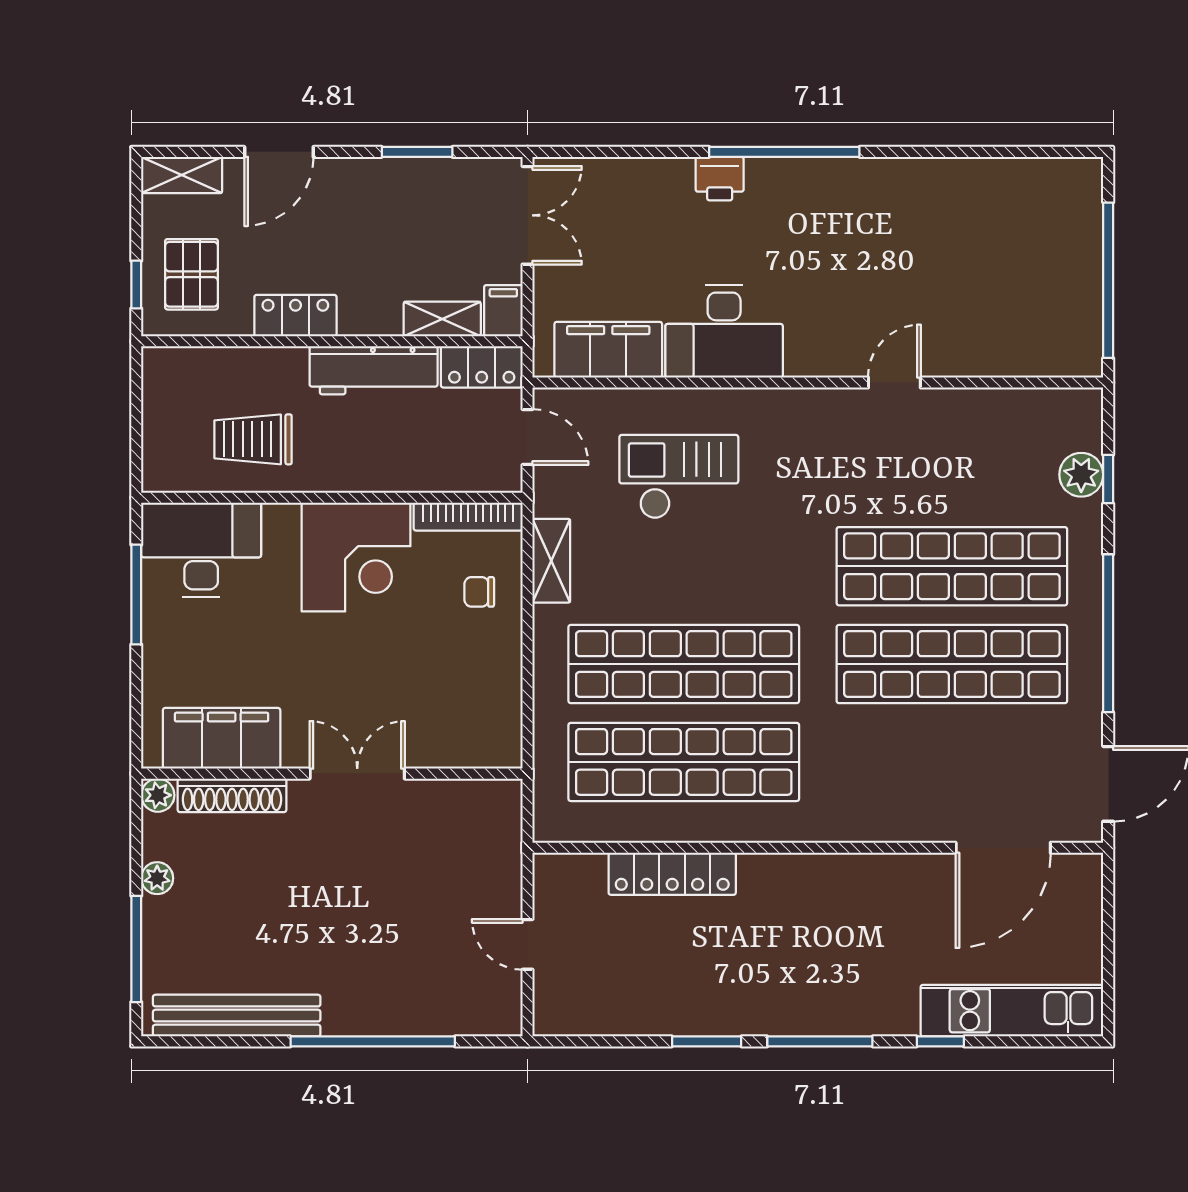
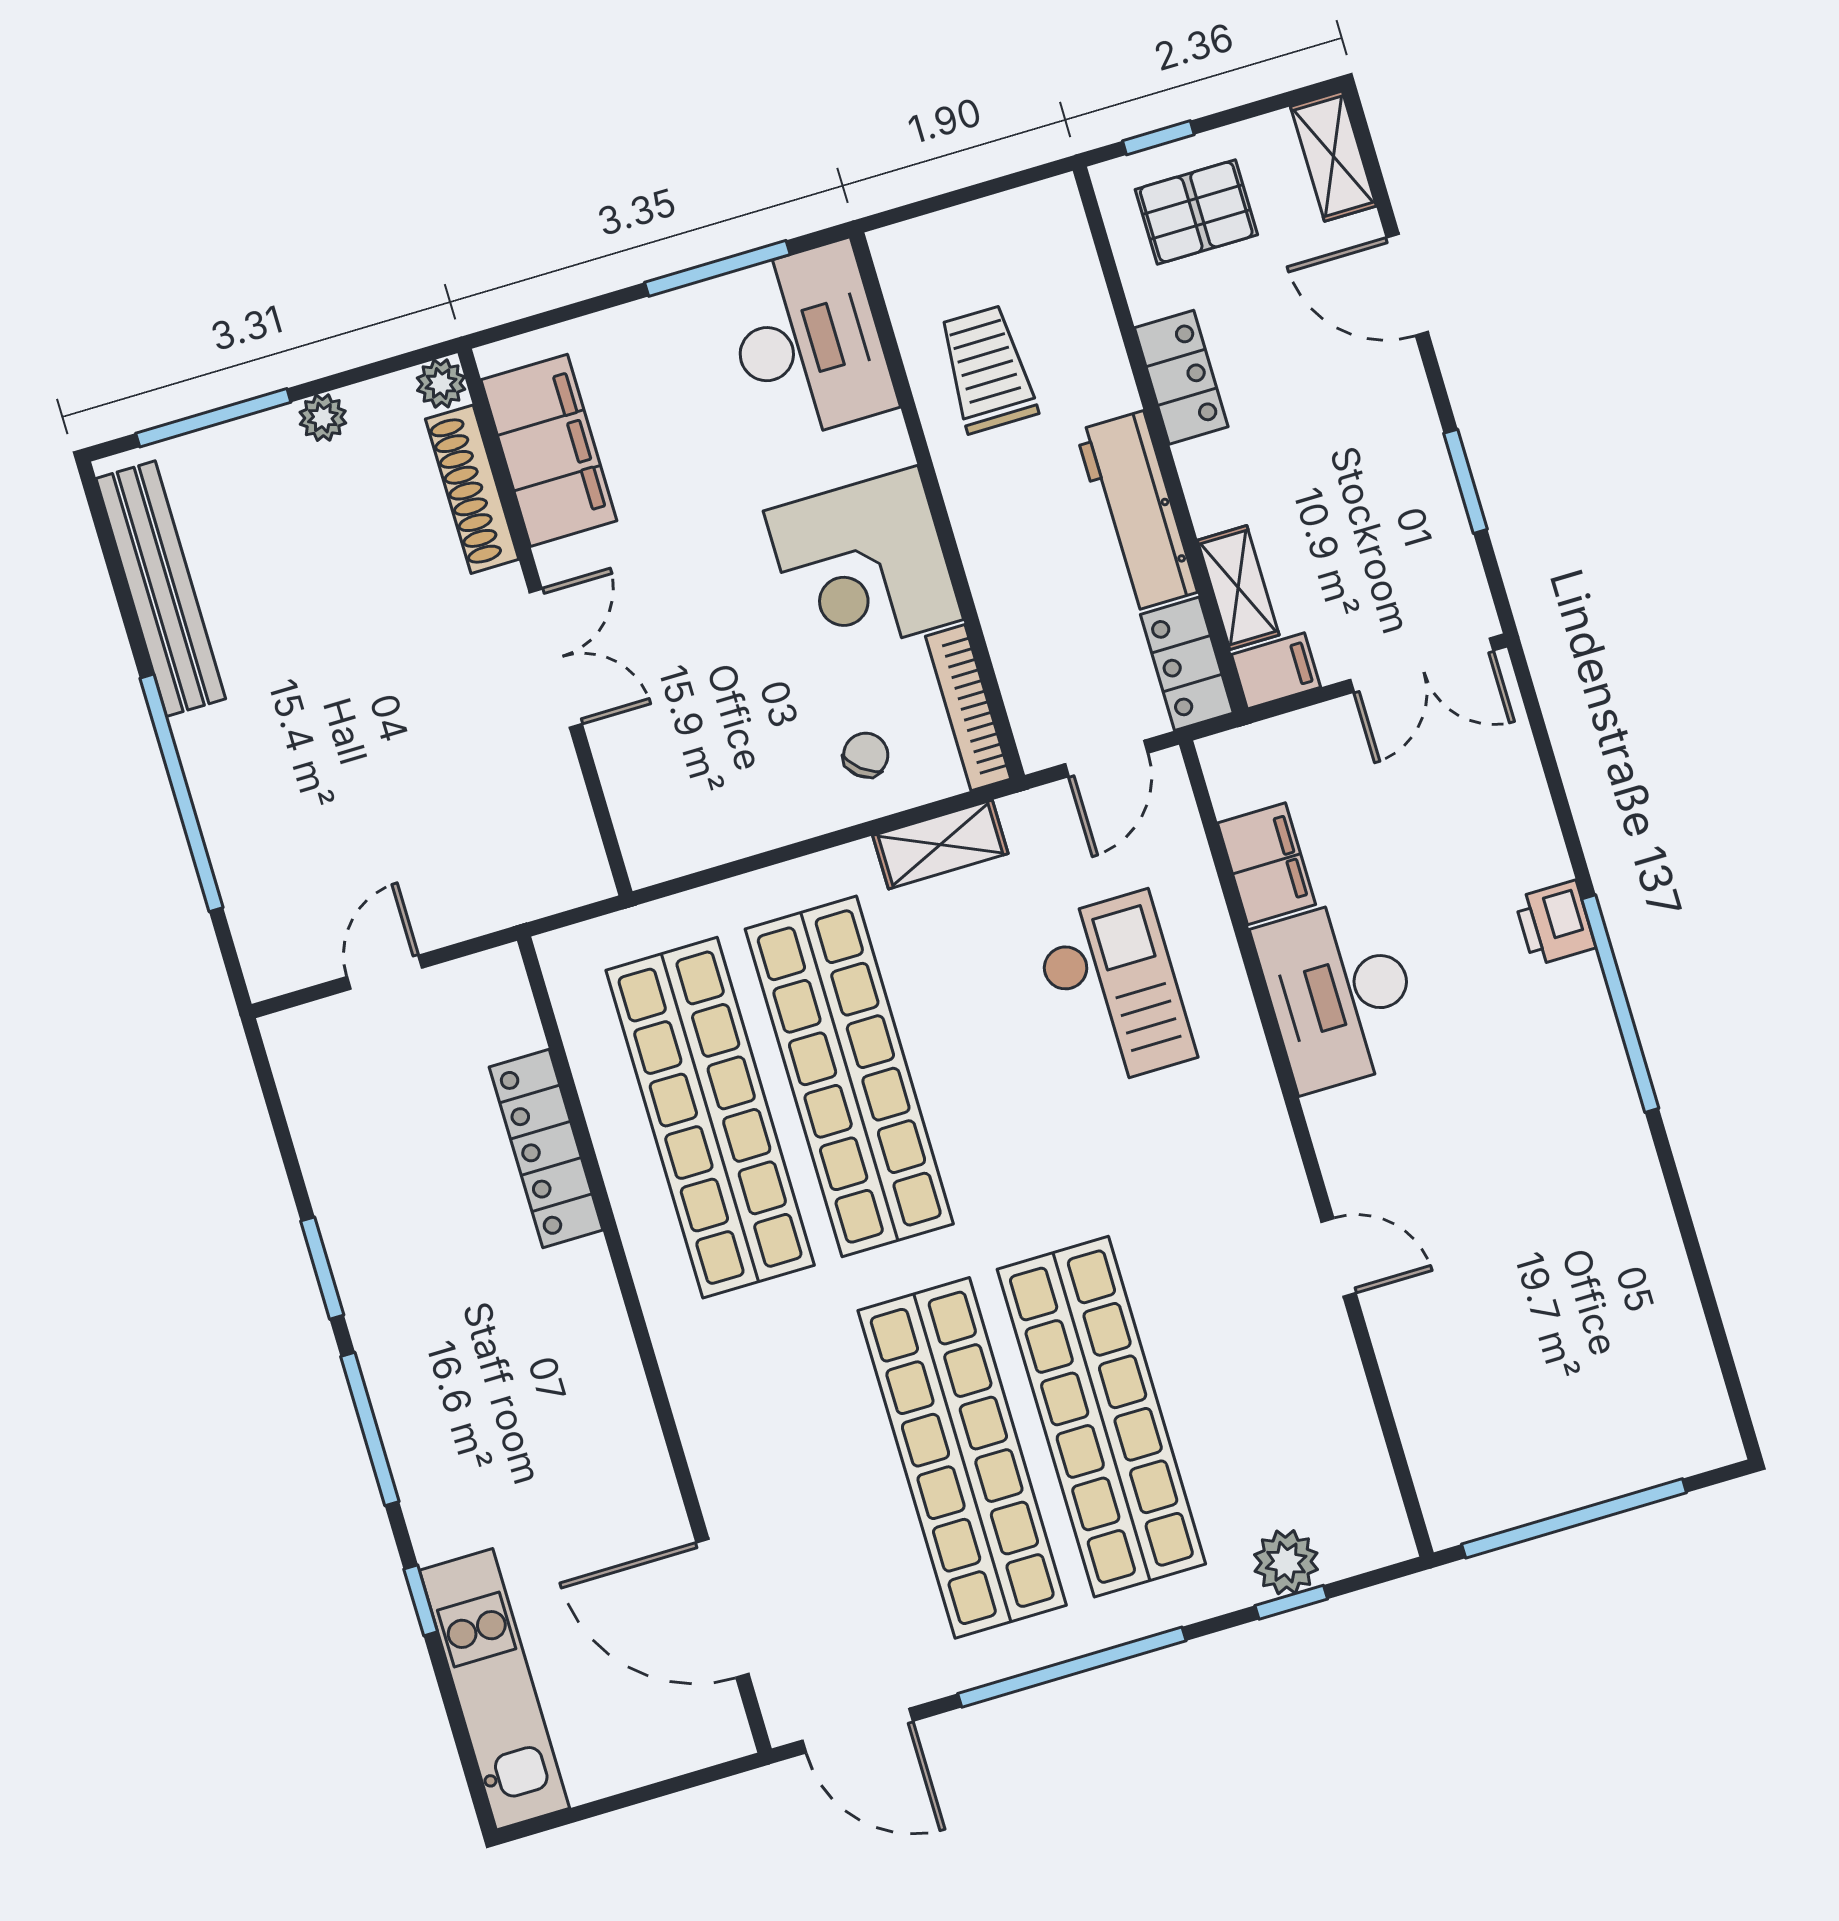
filing cabinet: (608, 350) -> (1267, 864), width x0.67, depth x0.86
chair: (479, 592) -> (866, 755), turned 39

